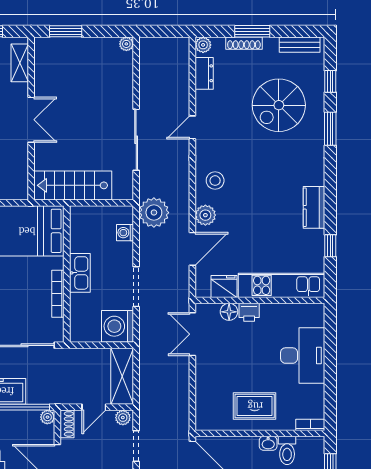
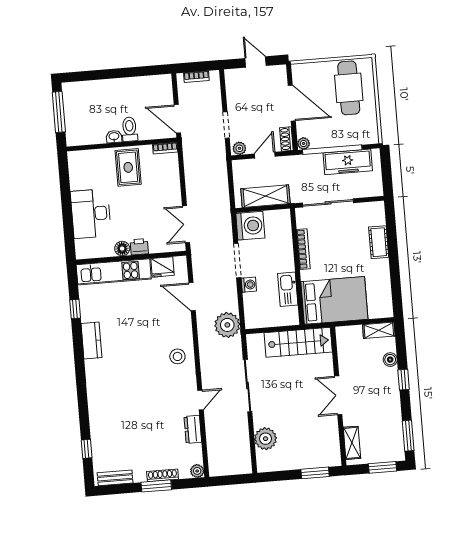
plant: (126, 44) -> (266, 439), moved, width x1.88, depth x1.88
dresser: (204, 73) -> (193, 429), moved
spiral stairs: (279, 105) -> (129, 425), removed
window: (330, 129) -> (83, 409), removed
plant: (205, 215) -> (183, 326), removed
washing machine: (125, 233) -> (249, 285), moved
door: (192, 249) -> (192, 297), hinge flipped
kitchen sink: (80, 273) -> (288, 289), moved
floor lamp: (229, 312) -> (122, 249), moved
double door: (192, 334) -> (186, 224), swing flipped
shelving: (122, 376) -> (265, 196), moved, turned 90
rug: (255, 406) -> (128, 167), turned 90
bookcase: (310, 425) -> (165, 148), moved
toilet: (287, 450) -> (130, 129), moved

